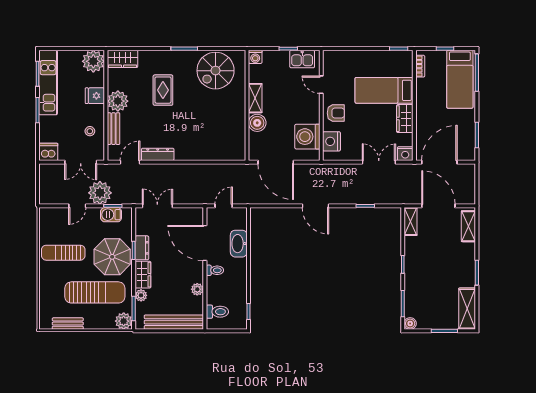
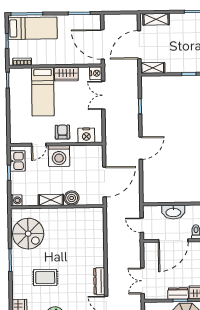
washing machine: (307, 137) -> (59, 156), moved

